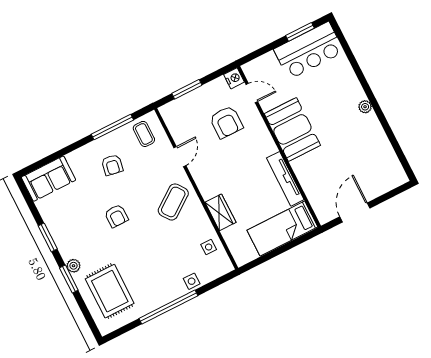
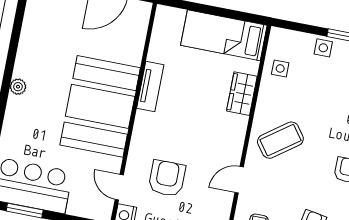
booth: (292, 129) -> (100, 106), width x1.36, depth x1.42
tv unit: (285, 179) -> (150, 86), width x0.71
bed: (282, 229) -> (224, 35), moved, turned 180

